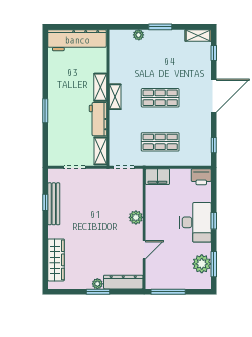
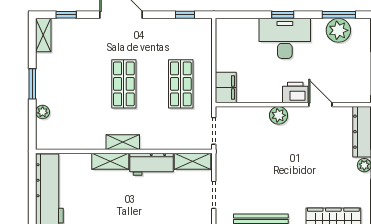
printer: (201, 177) -> (295, 92), moved, turned -90

